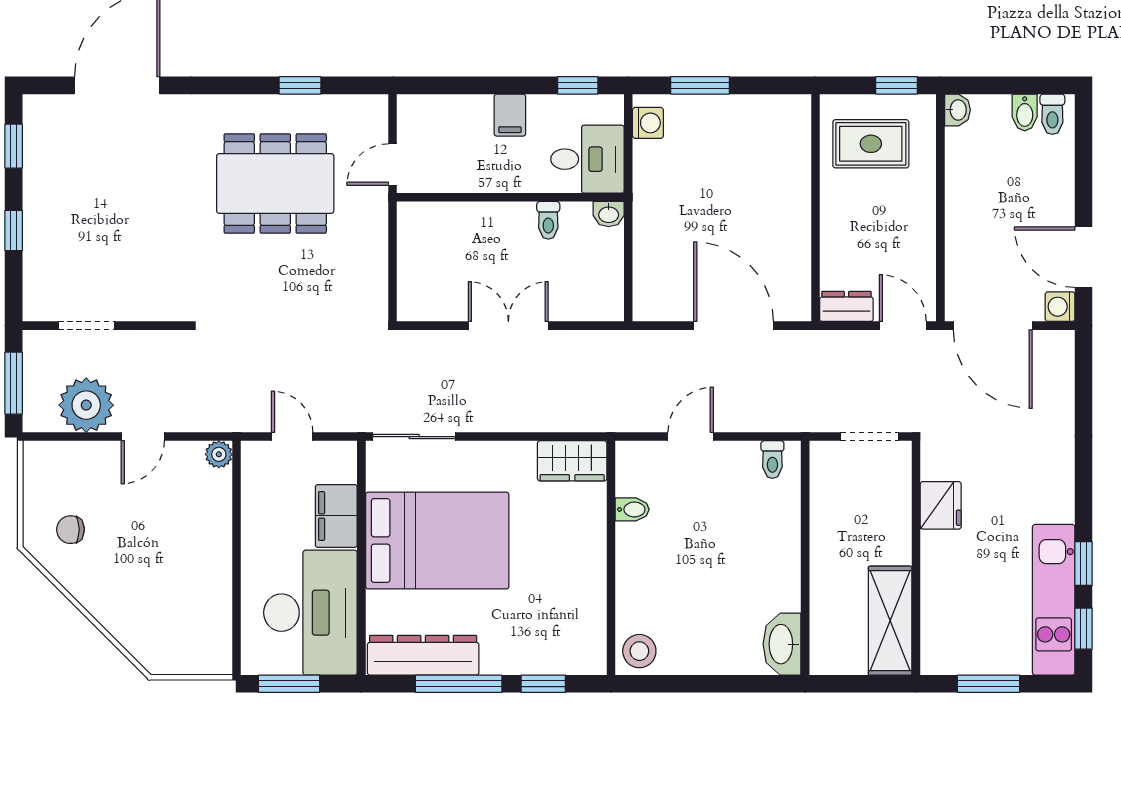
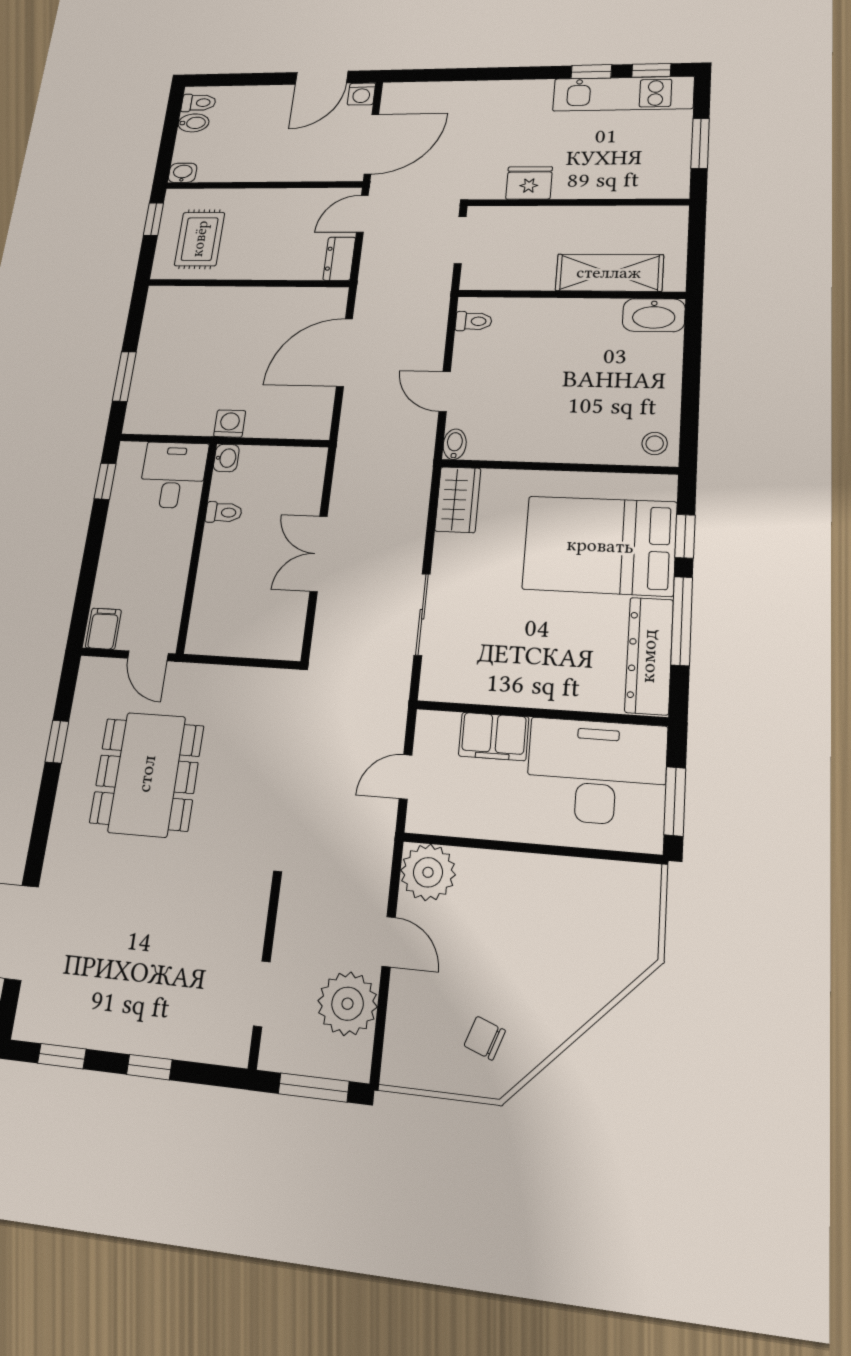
filing cabinet: (510, 115) -> (103, 629), moved, turned -90
washing machine: (648, 123) -> (230, 424), moved
sliding door: (414, 437) -> (422, 614), moved
plant: (219, 454) -> (428, 872), width x1.88, depth x1.88
bidet: (632, 509) -> (455, 444), moved
chair: (70, 530) -> (485, 1038), turned 110
bed: (437, 541) -> (600, 546), moved, turned -90
shelving: (890, 621) -> (609, 273), moved
stool: (639, 651) -> (655, 443), width x0.73, depth x0.73

